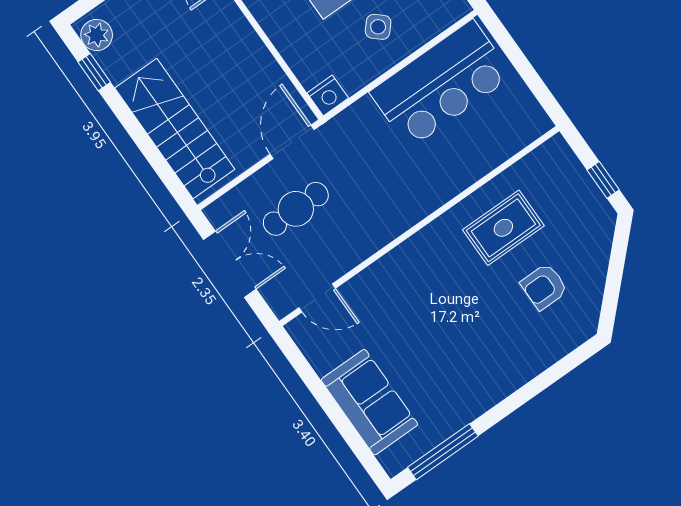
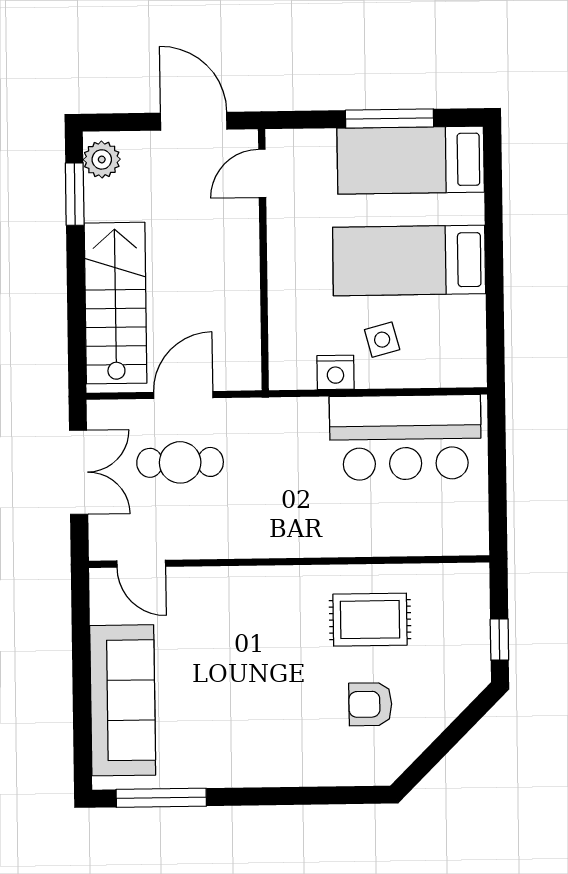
side table: (378, 27) -> (382, 340), turned 33
window: (94, 72) -> (75, 194), width x1.50
nightstand: (328, 96) -> (335, 372), moved
door: (292, 142) -> (183, 395), moved
sofa: (369, 402) -> (123, 700), width x1.36

